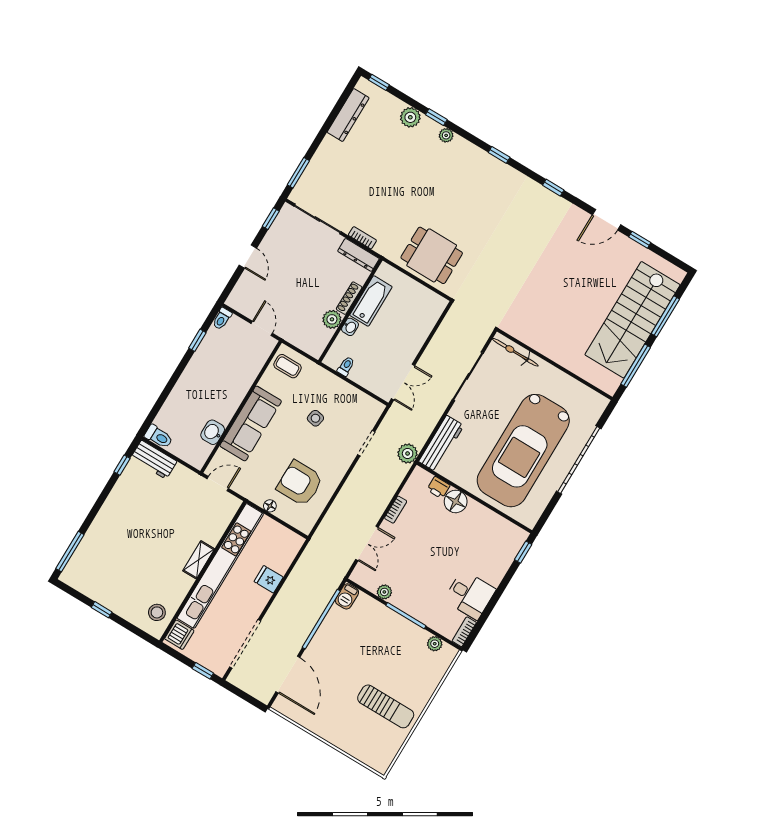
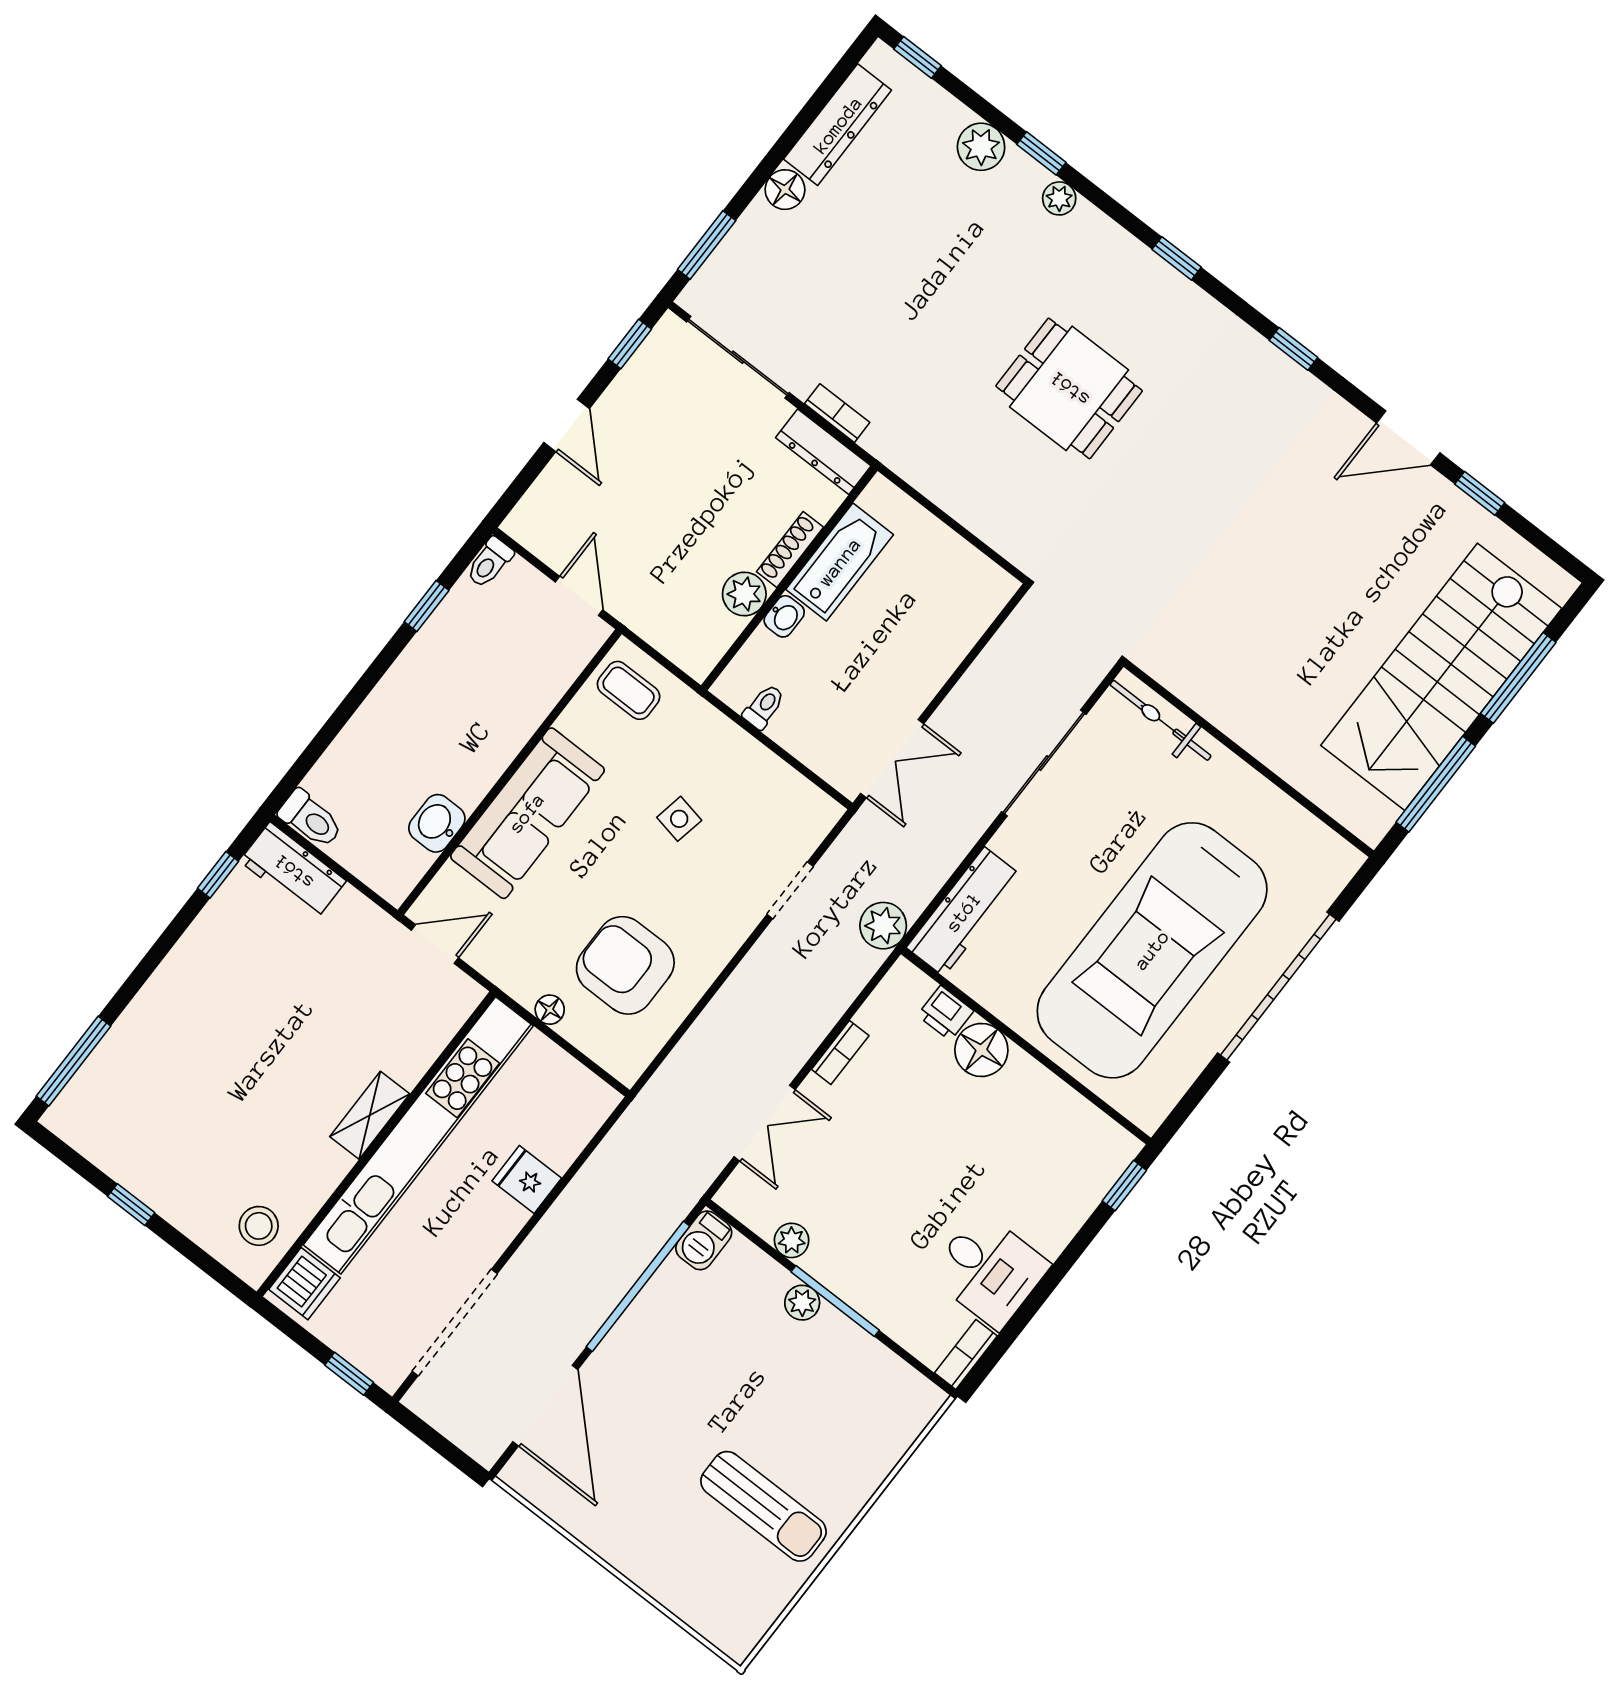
floor lamp: (329, 145) -> (785, 190), added
dining table: (432, 255) -> (1069, 388), moved
plant: (435, 644) -> (802, 1303), moved

